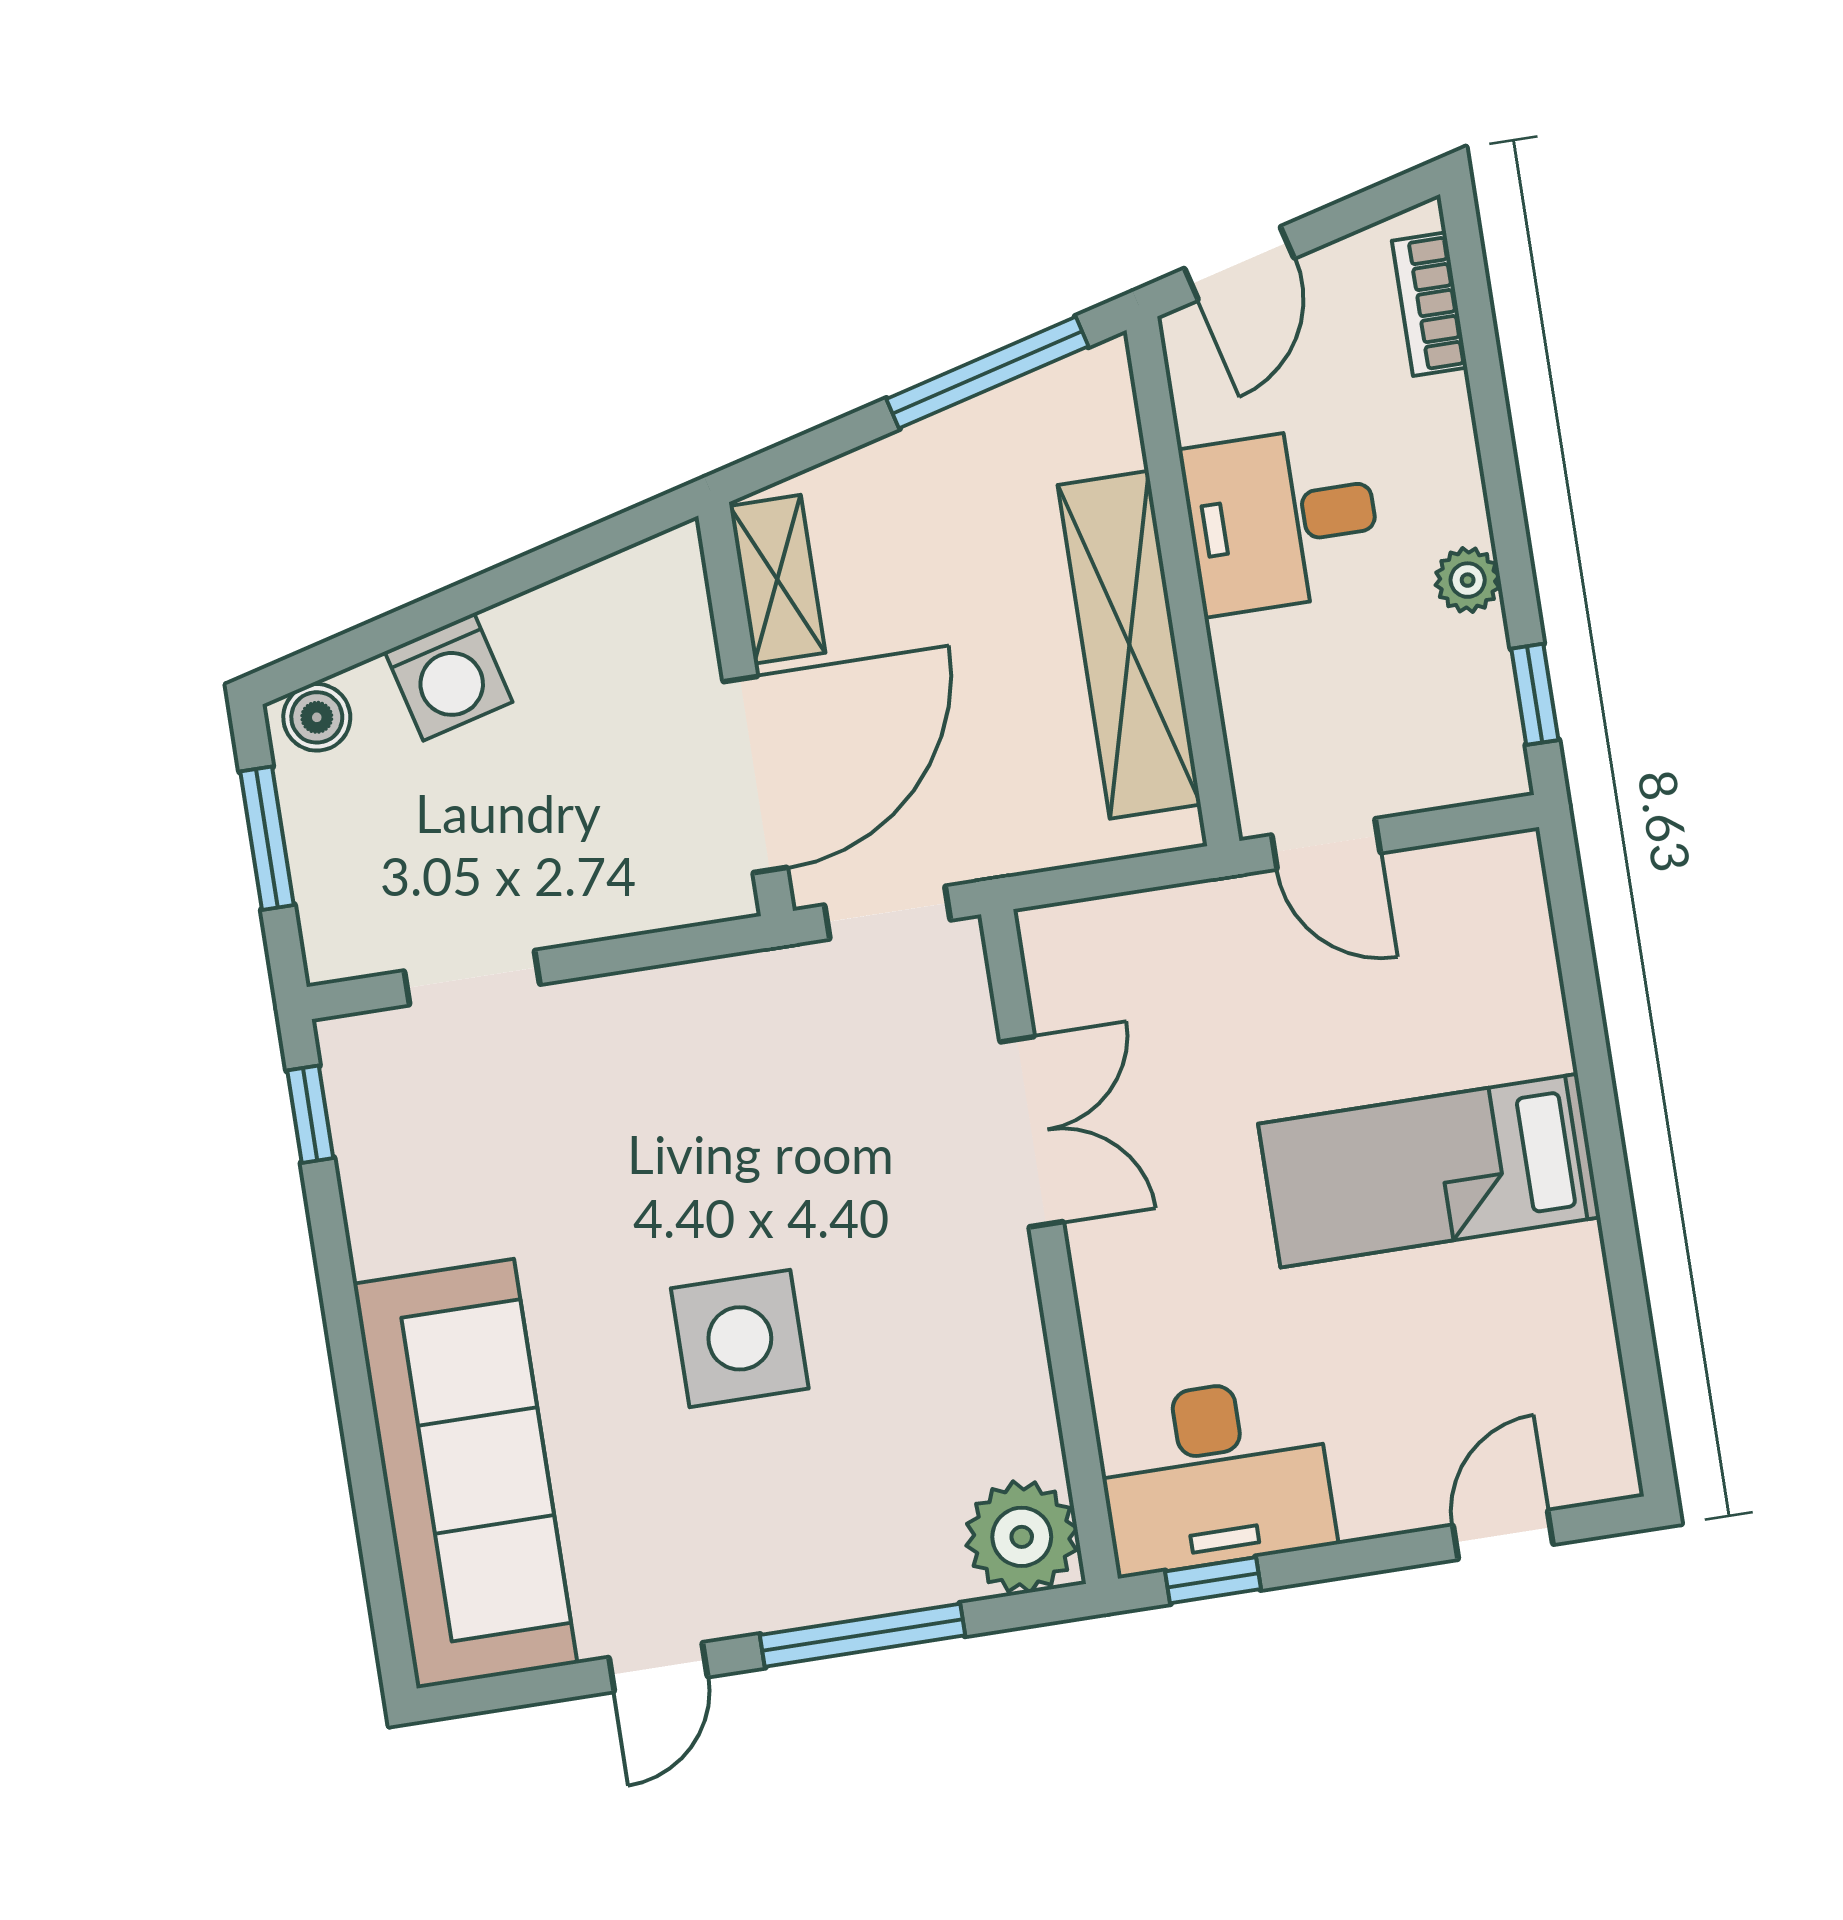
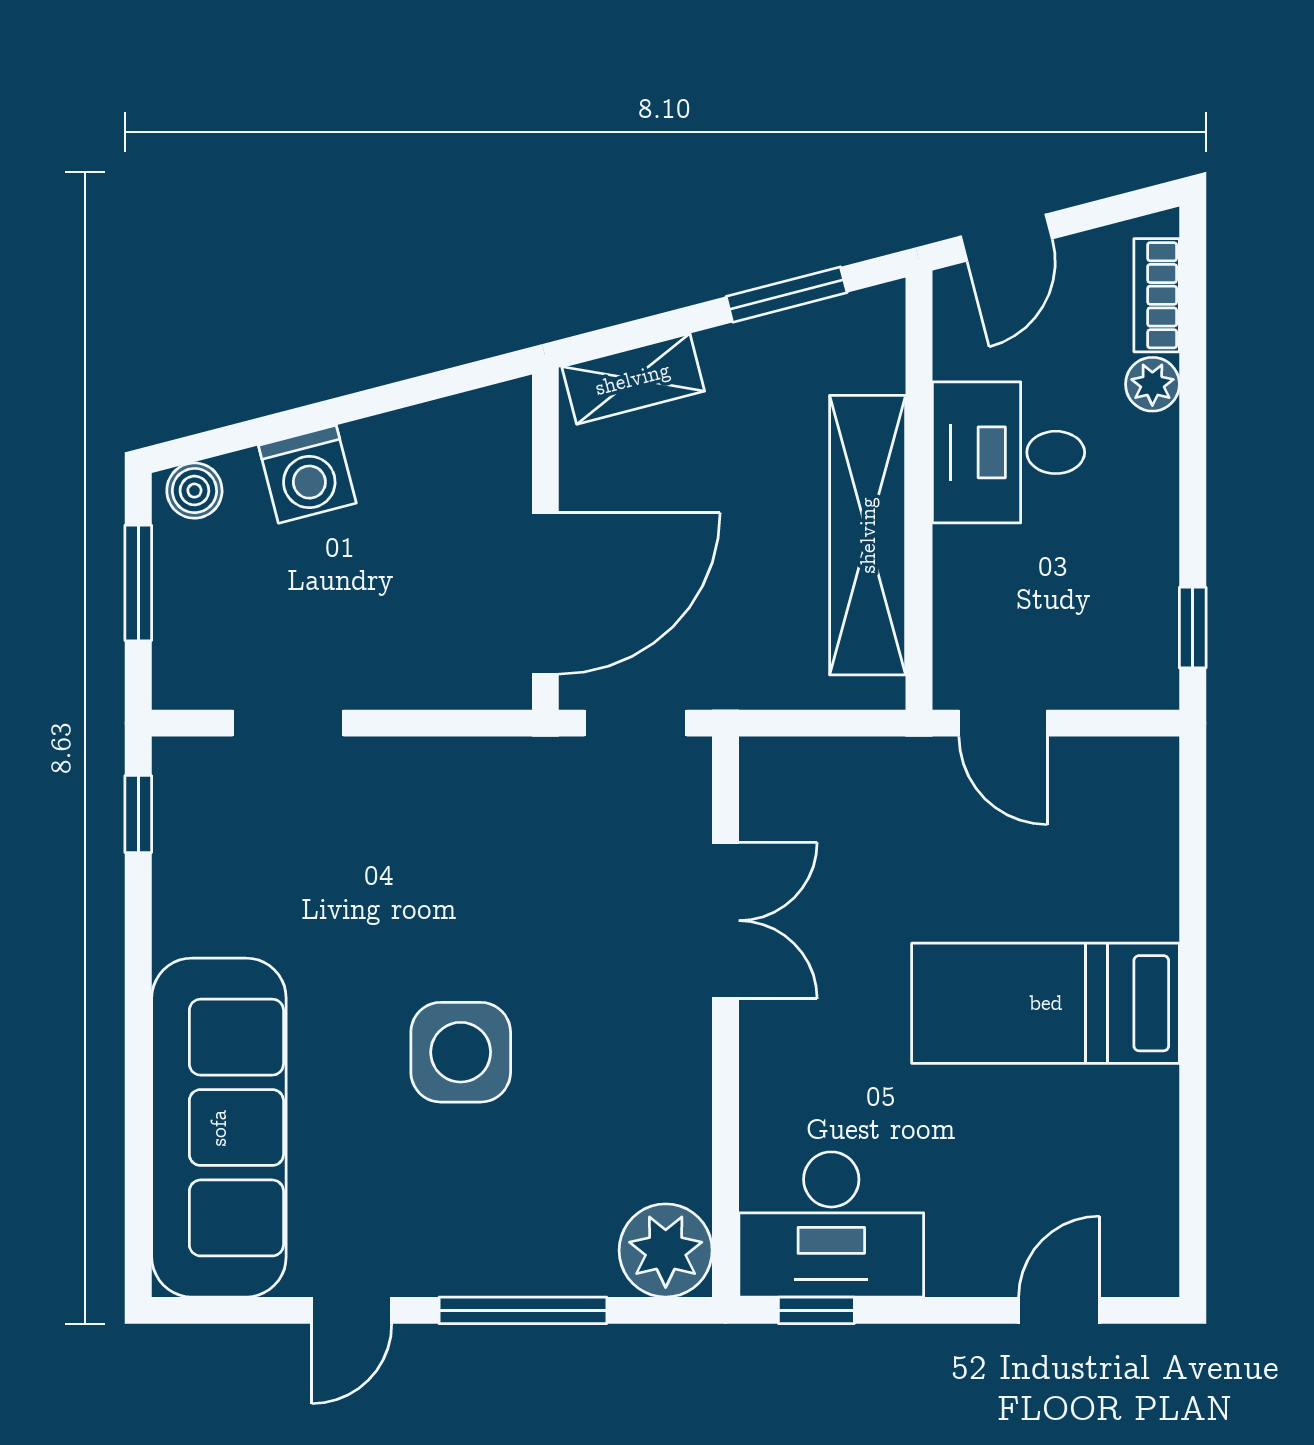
window: (987, 373) -> (787, 295), width x0.69
shelving: (777, 579) -> (633, 379), moved, turned 75
plant: (1468, 580) -> (1152, 384), moved

